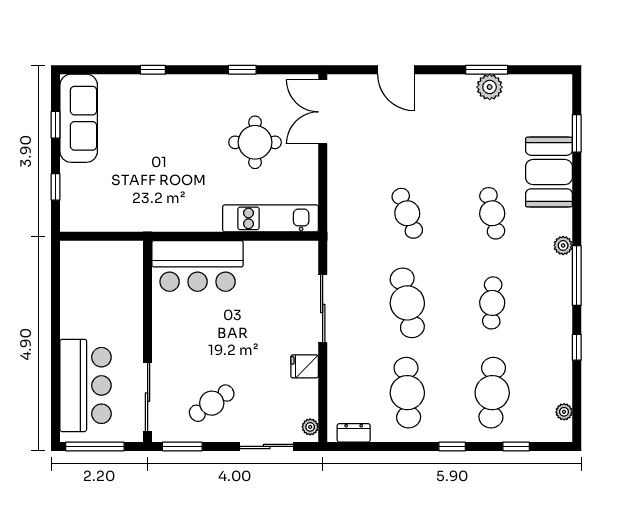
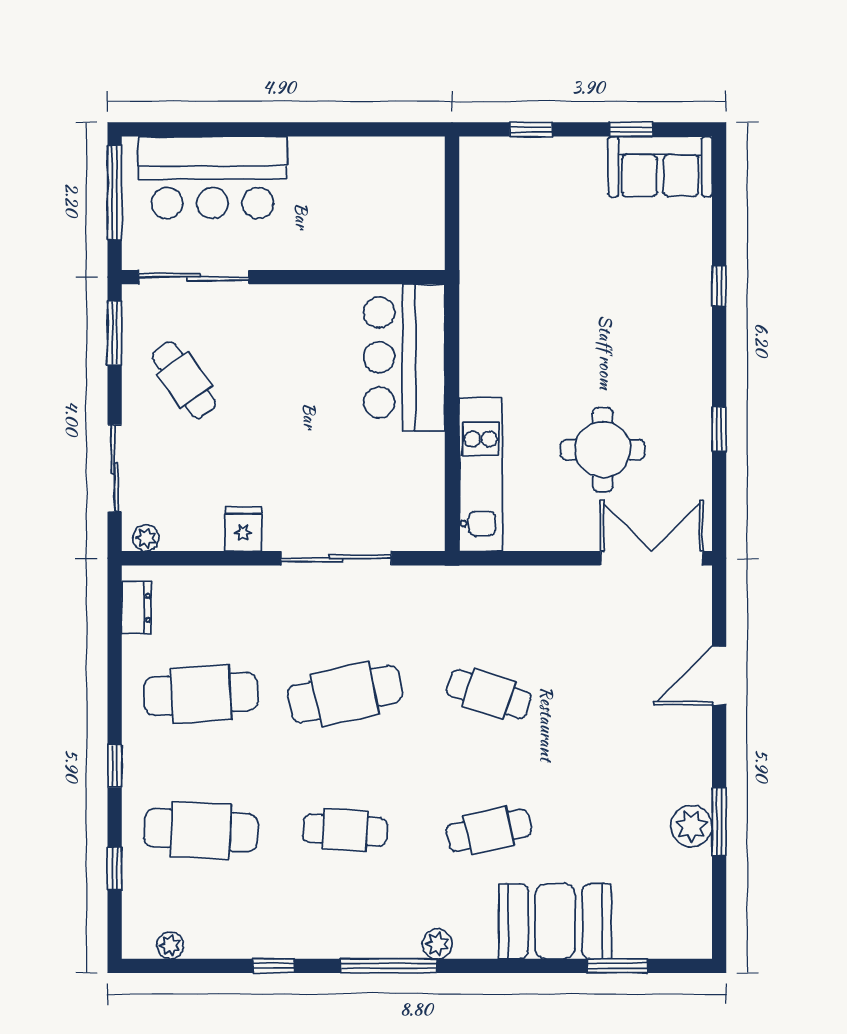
sofa: (79, 118) -> (660, 167), width x0.73
cafe table: (407, 213) -> (489, 694), turned 39

